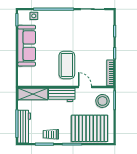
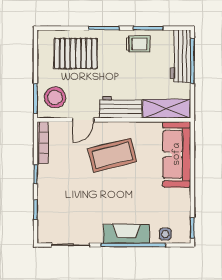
fireplace: (58, 16) -> (127, 234), added
sofa: (27, 46) -> (177, 154), moved
coffee table: (67, 65) -> (112, 155), turned 76
door: (85, 87) -> (83, 120), hinge flipped
pallet: (90, 128) -> (76, 53), width x0.73, depth x0.71

